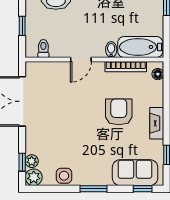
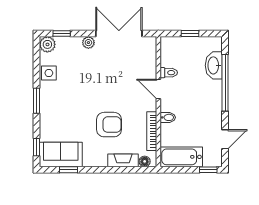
bathtub: (140, 47) -> (181, 157), moved, turned -90
toilet: (43, 48) -> (169, 73), moved
fireplace: (157, 123) -> (123, 160), moved
plant: (32, 161) -> (88, 43), moved
sofa: (135, 173) -> (61, 154), moved, turned -90

